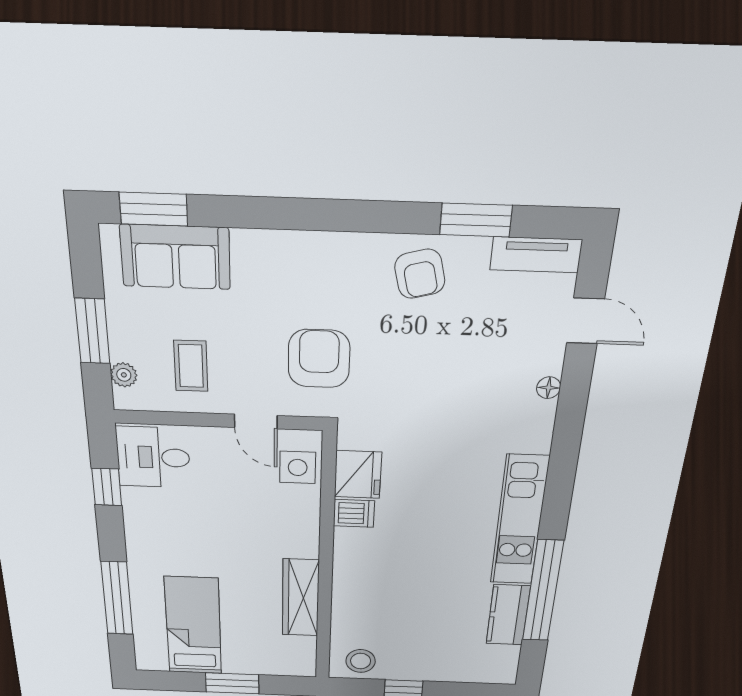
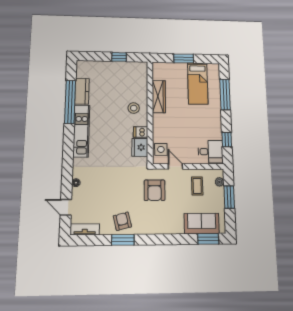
window: (476, 220) -> (123, 240), moved
stool: (361, 661) -> (134, 108), moved

